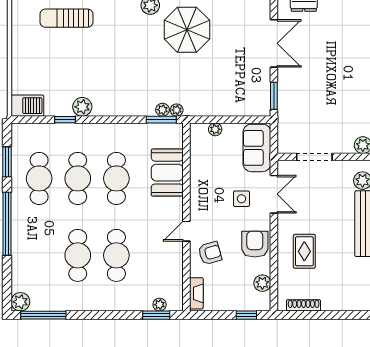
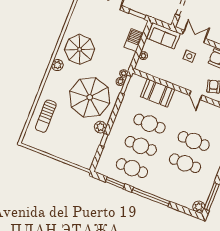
parasol: (121, 73) -> (90, 97), added
barbecue: (27, 106) -> (134, 40), moved

